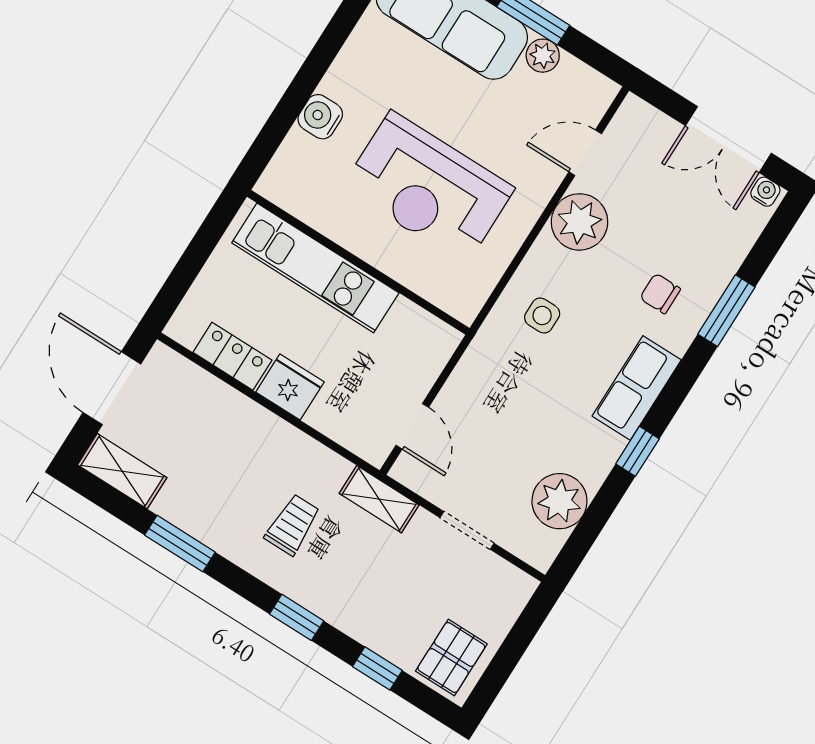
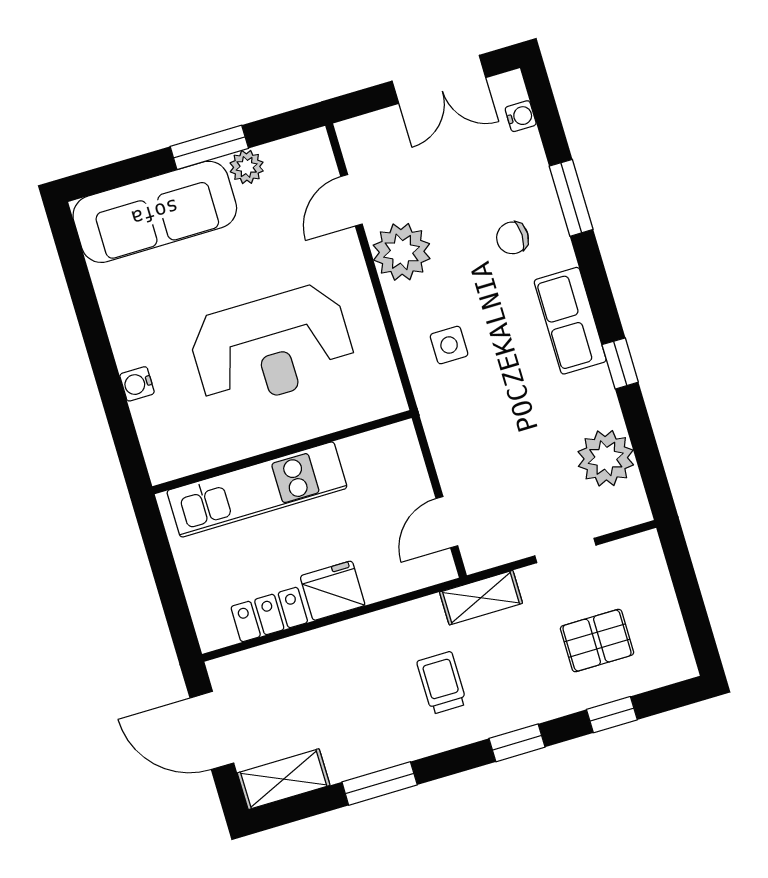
water cooler: (320, 117) -> (137, 384), width x0.72, depth x0.72
water cooler: (765, 192) -> (521, 116), moved, turned 90
door: (412, 426) -> (447, 522), swing flipped
pallet: (451, 657) -> (597, 641), moved, turned 90

